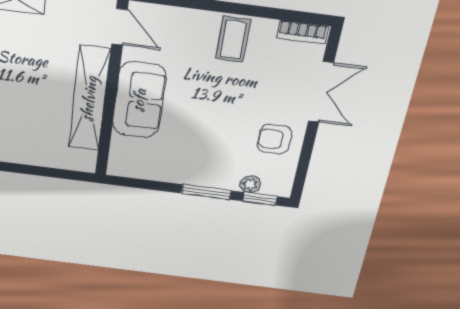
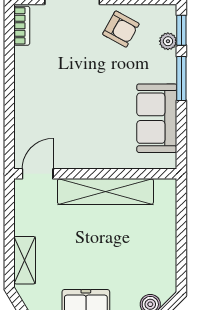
coffee table: (233, 39) -> (36, 80), removed
sofa: (139, 100) -> (157, 118), moved, turned -90
armchair: (275, 139) -> (121, 29), turned -61

